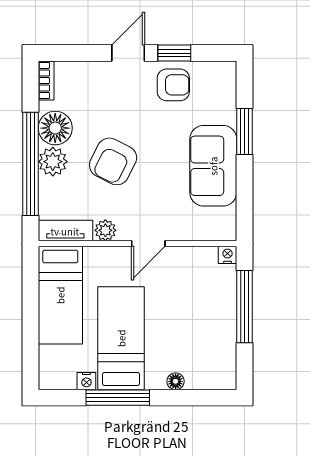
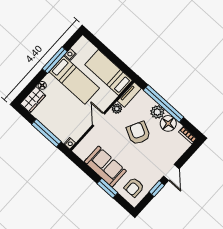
armchair: (173, 85) -> (134, 187), moved
wardrobe: (211, 375) -> (33, 100), added

